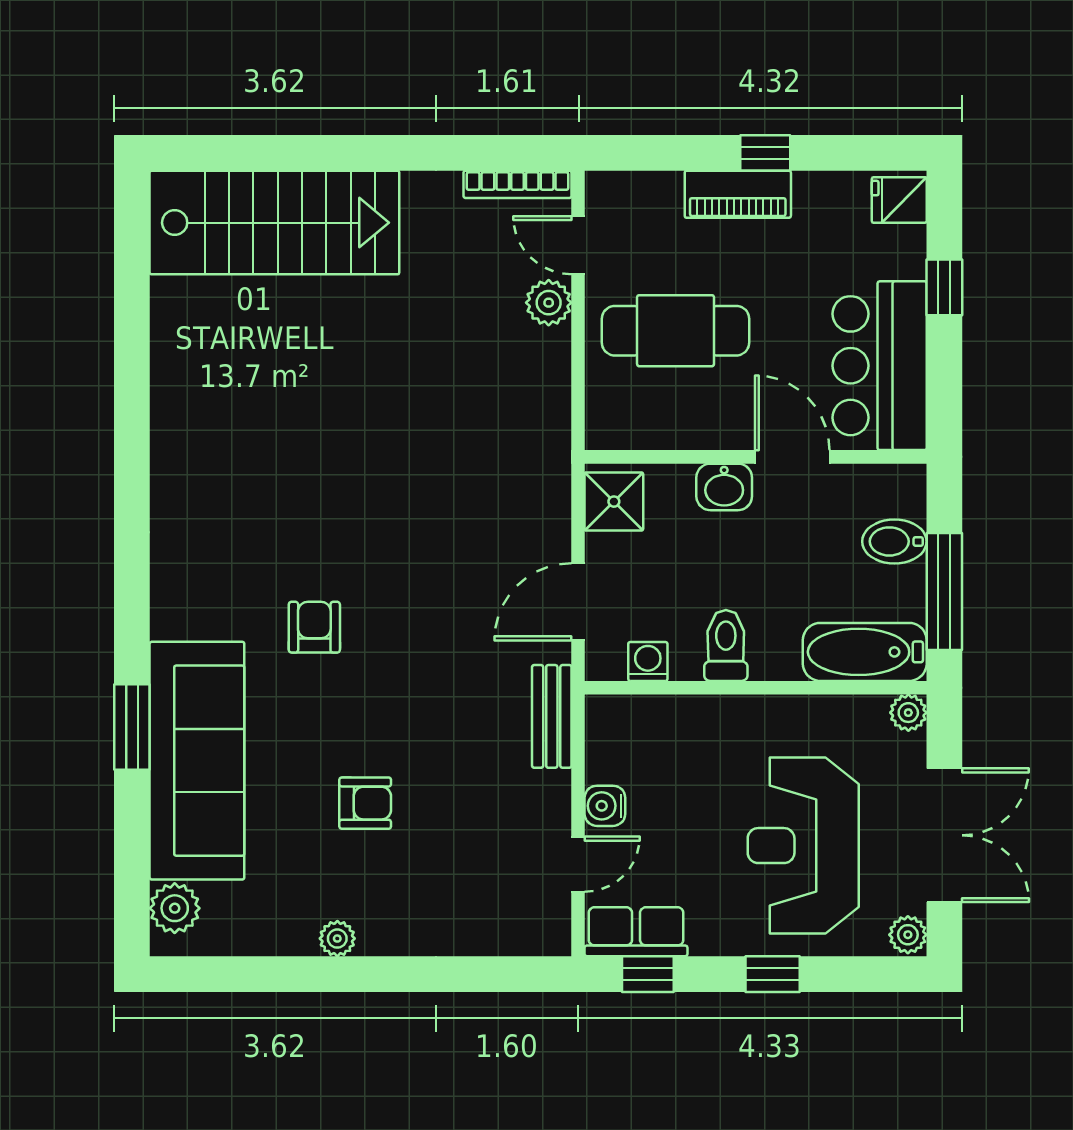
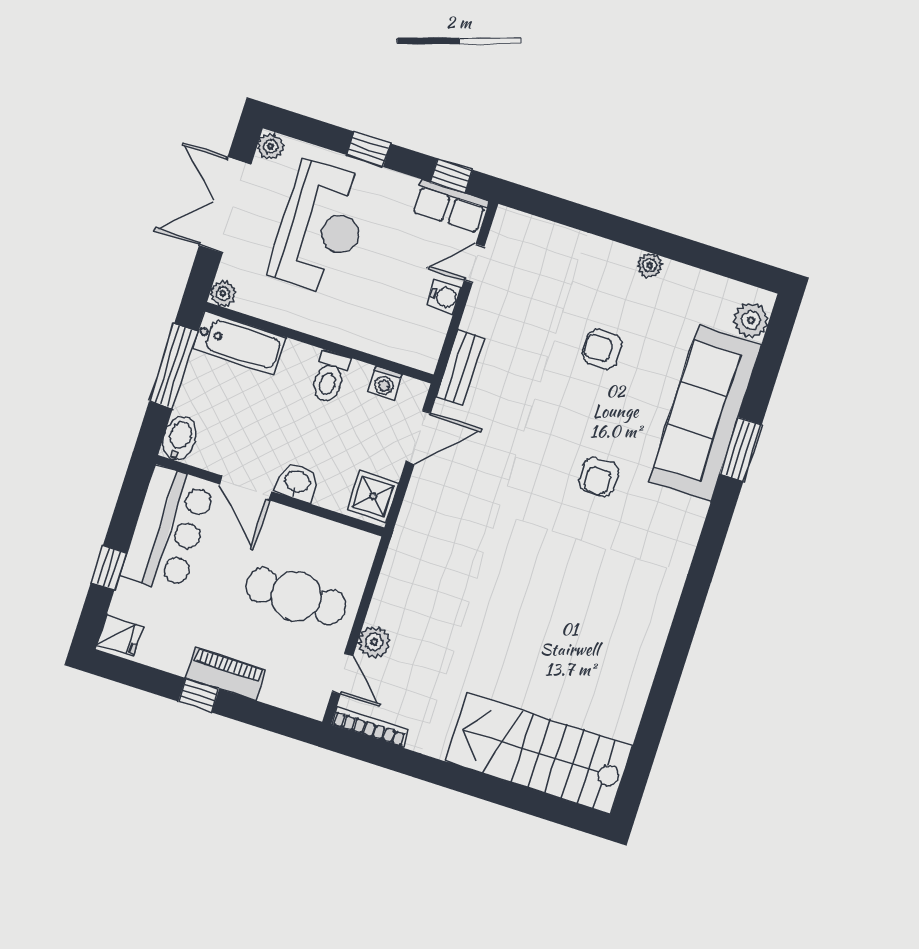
bidet: (894, 541) -> (179, 438), moved, turned -90

